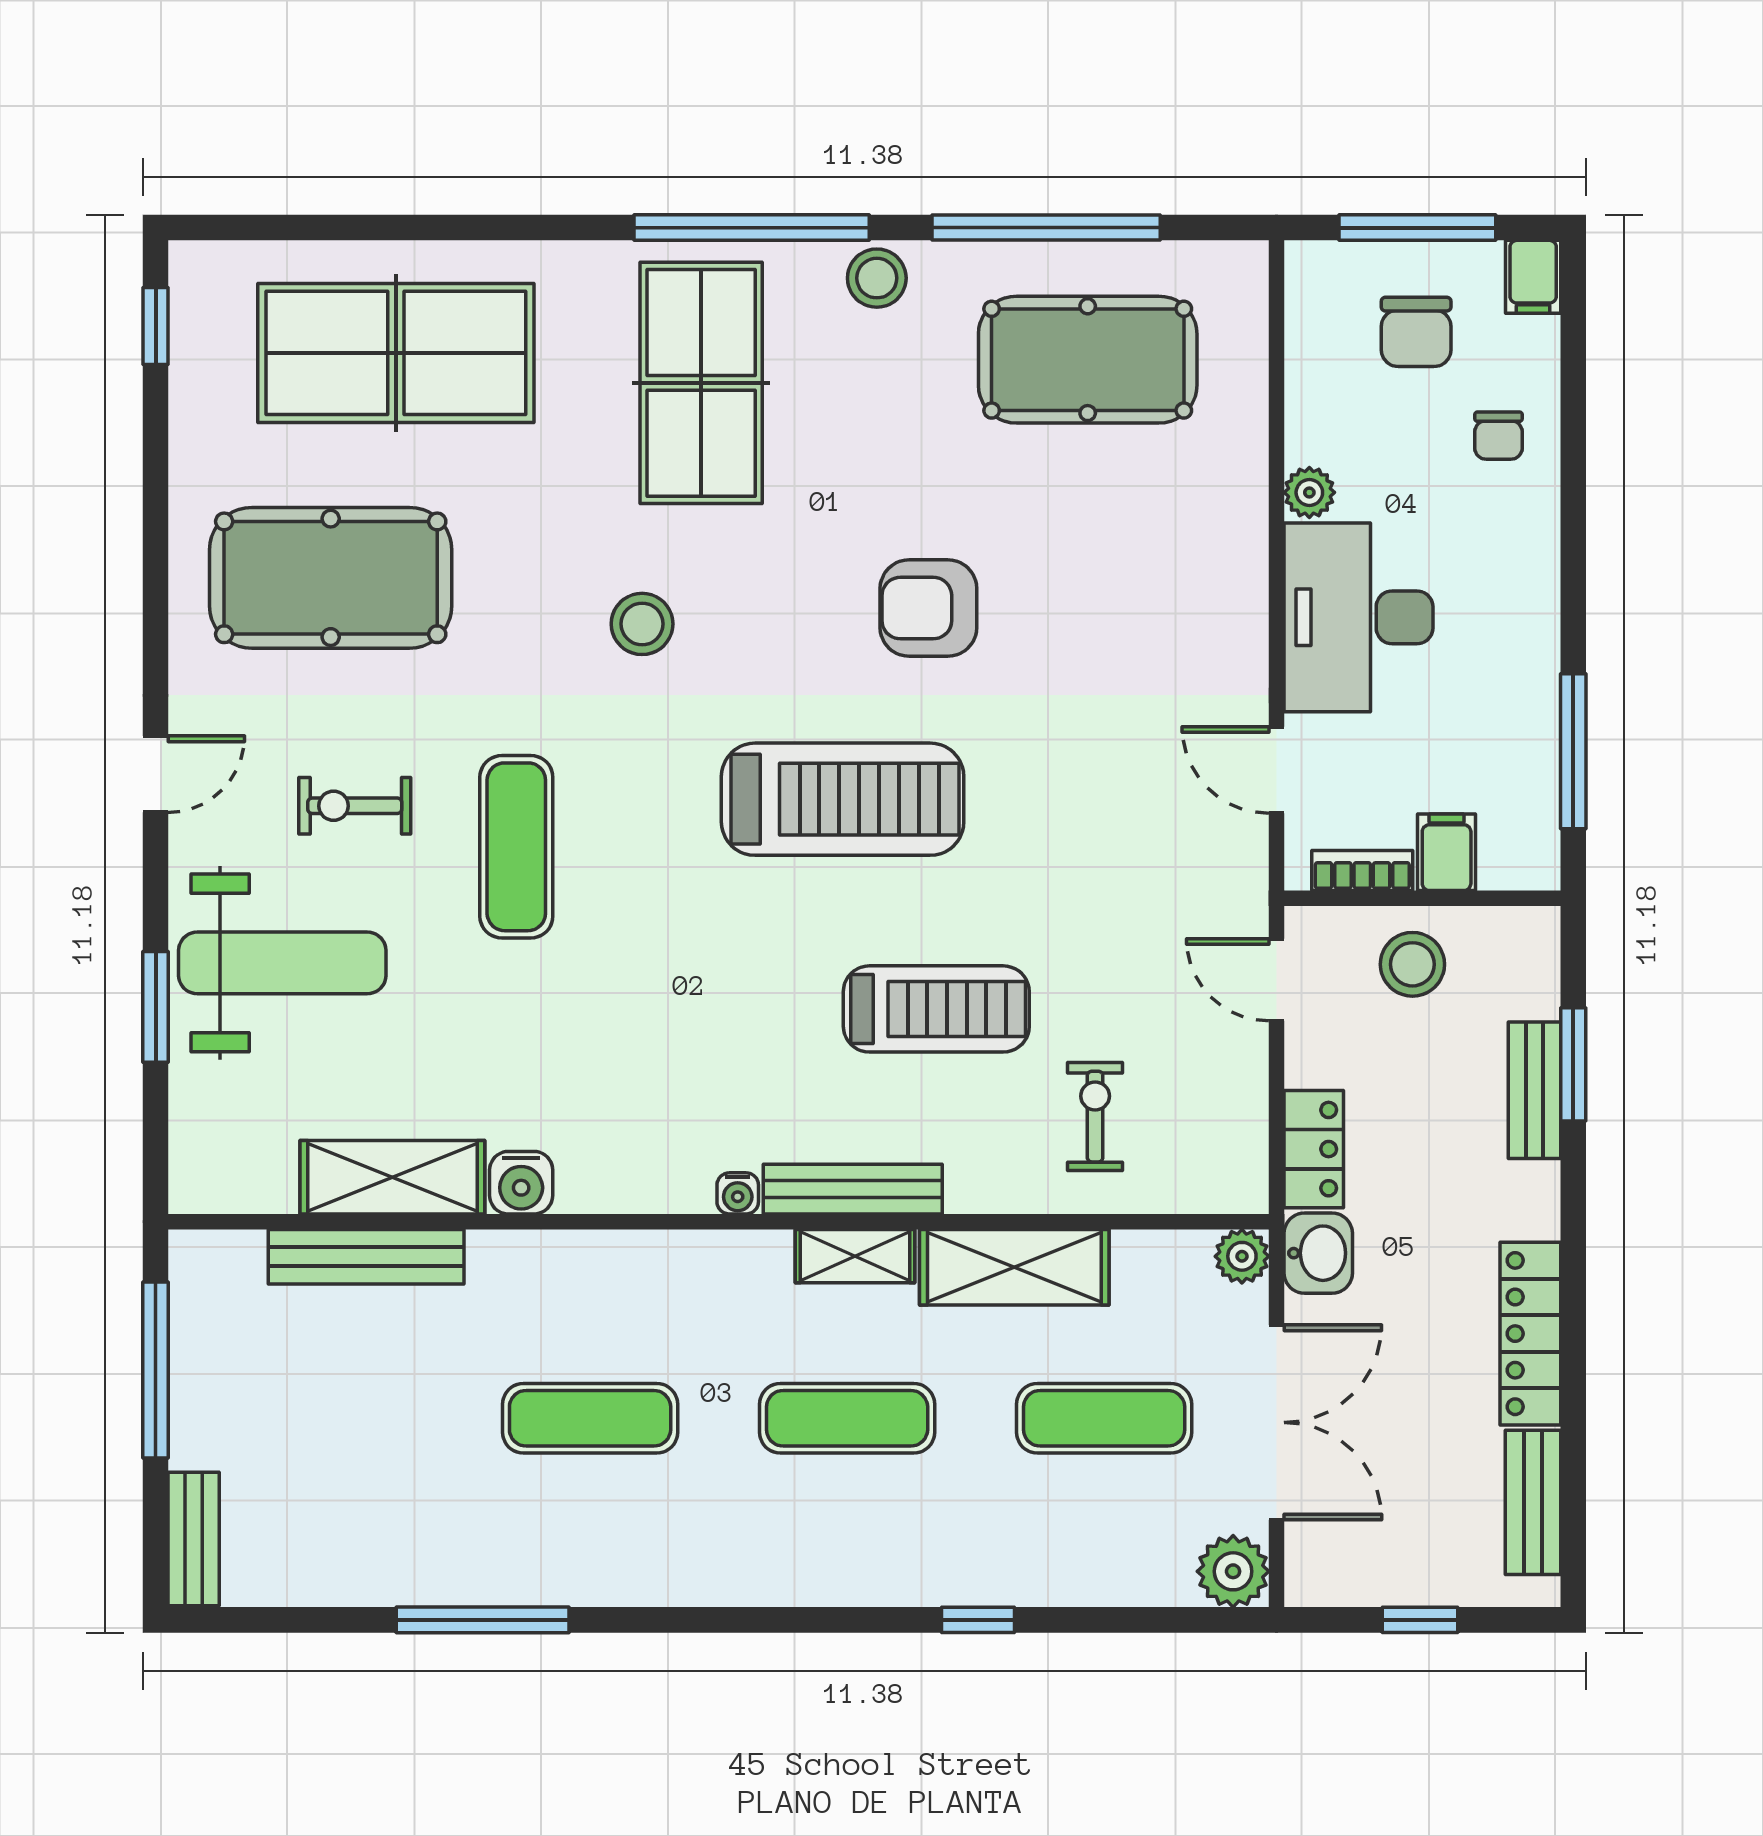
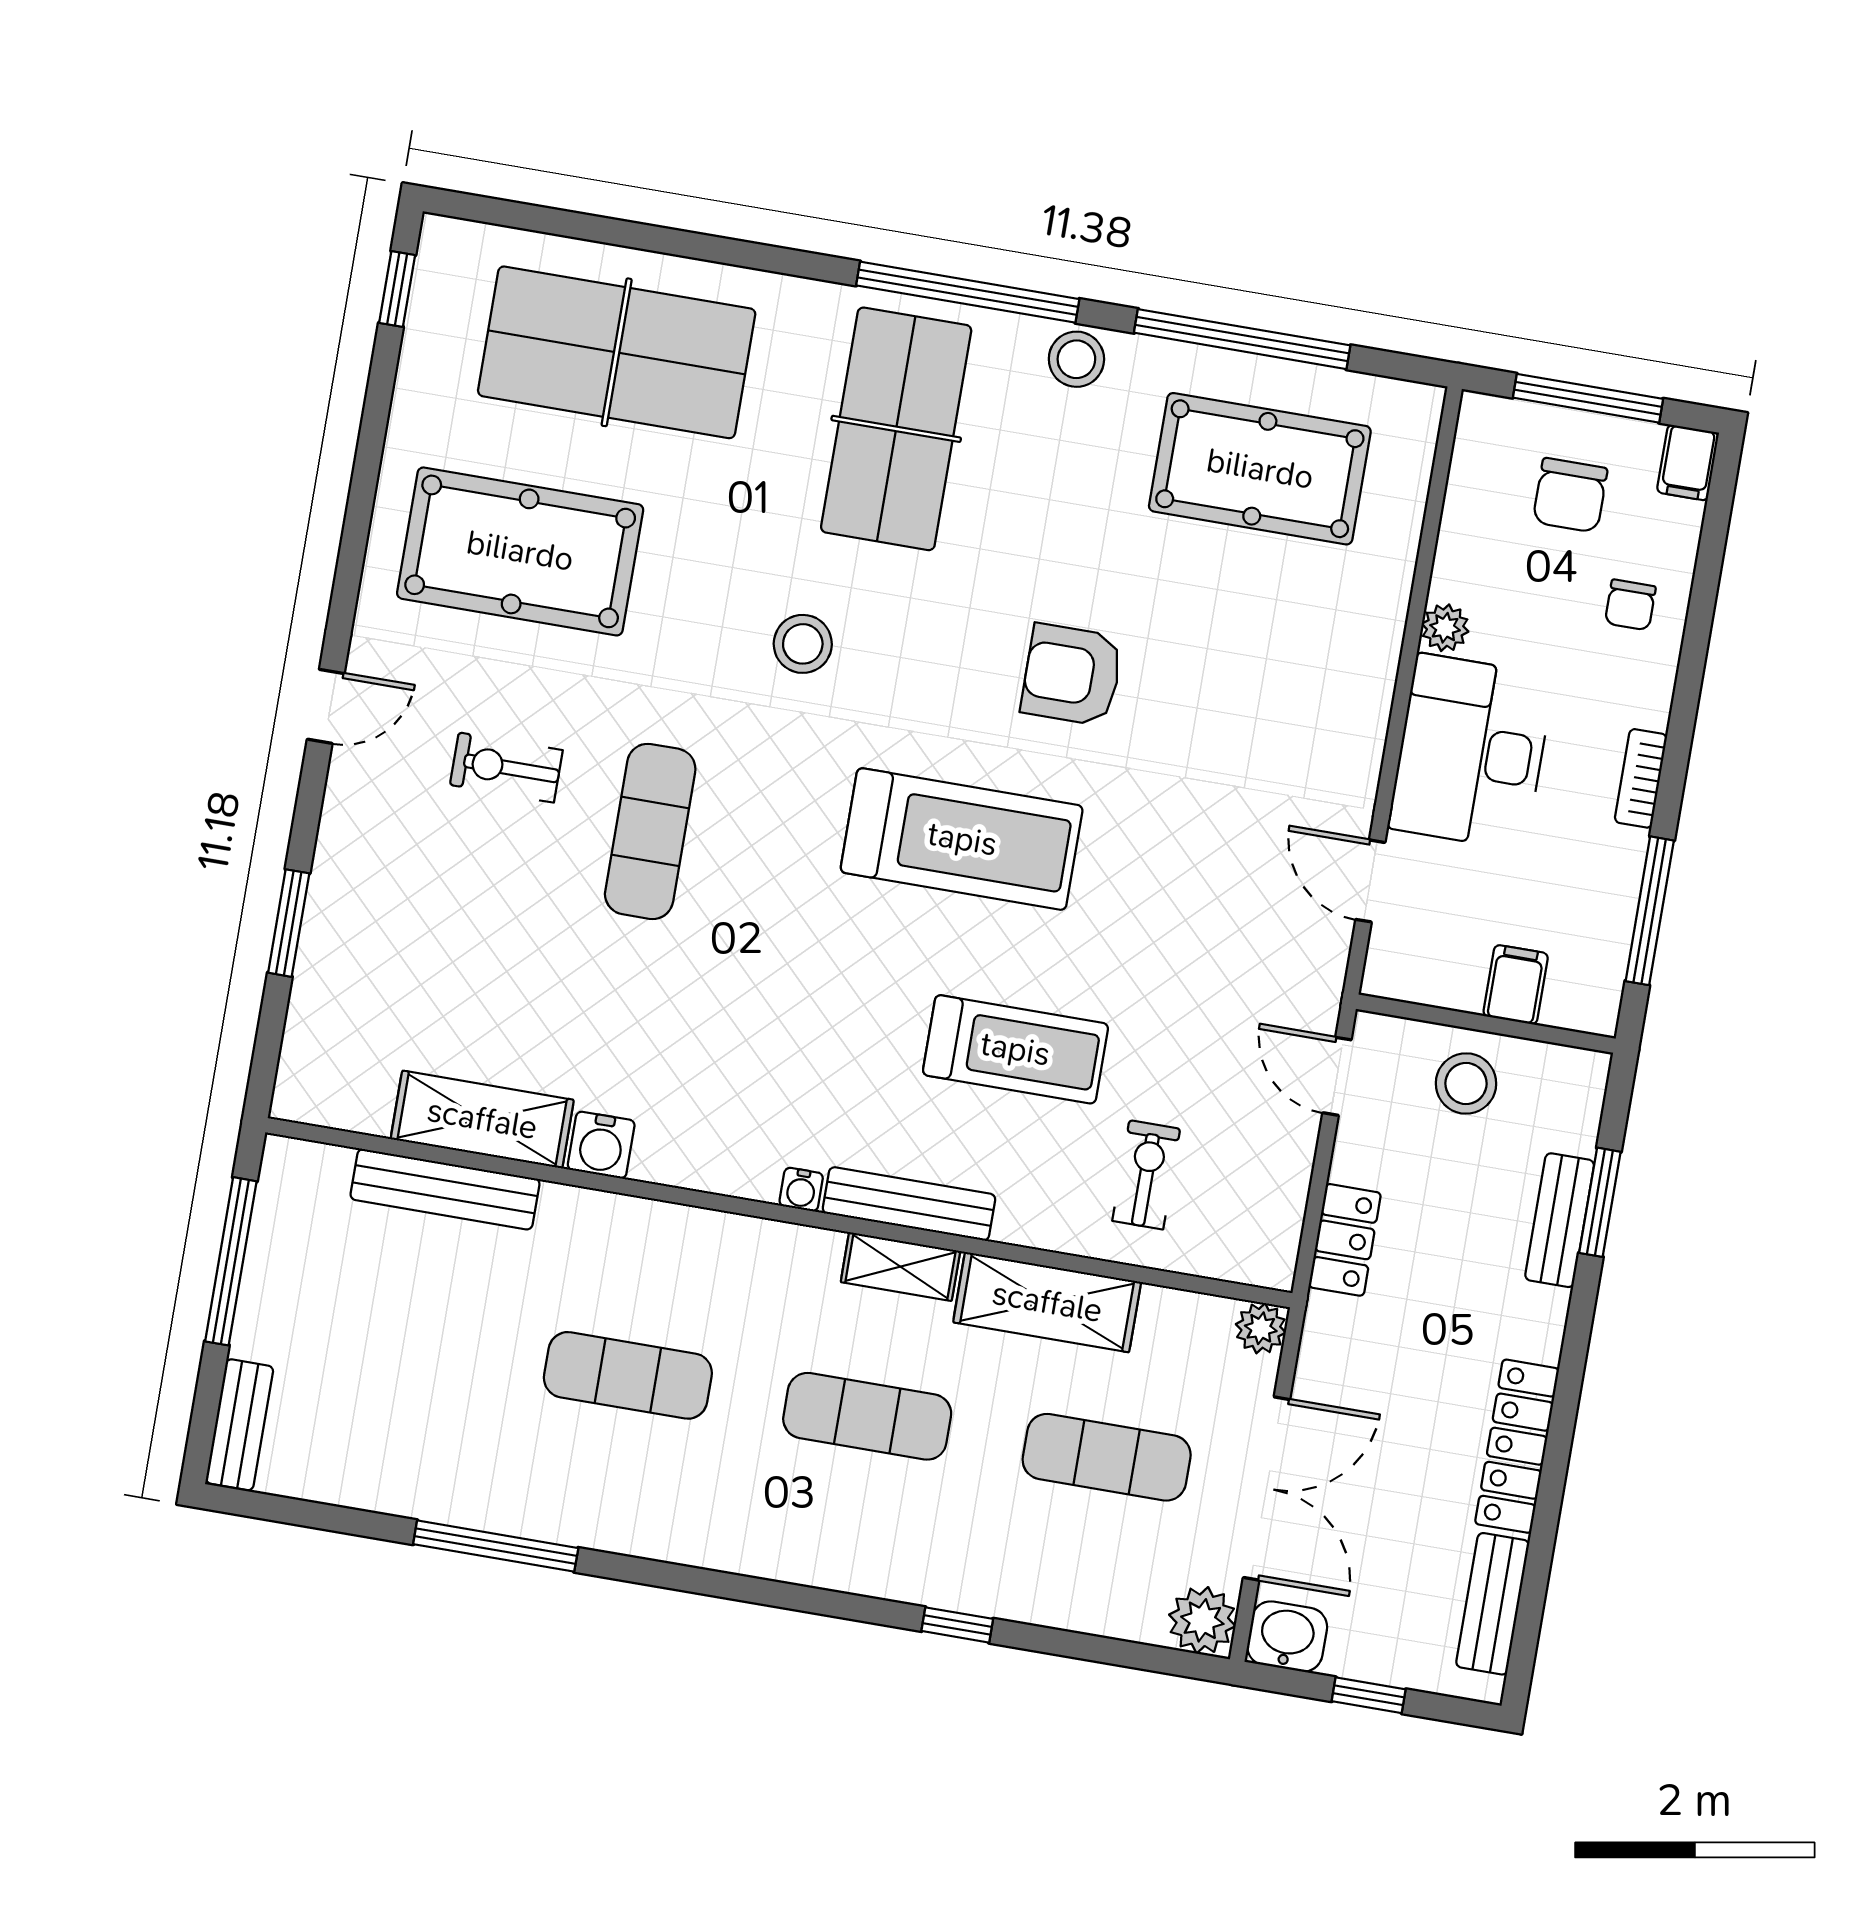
bookcase: (1362, 871) -> (1641, 778), moved, turned -90
weight bench: (282, 963) -> (414, 902), removed
washbasin: (1318, 1253) -> (1287, 1637), moved, turned -90

